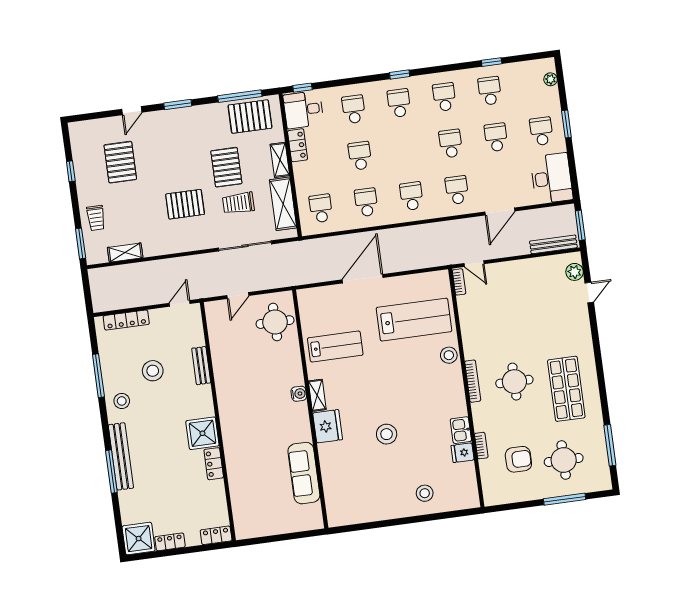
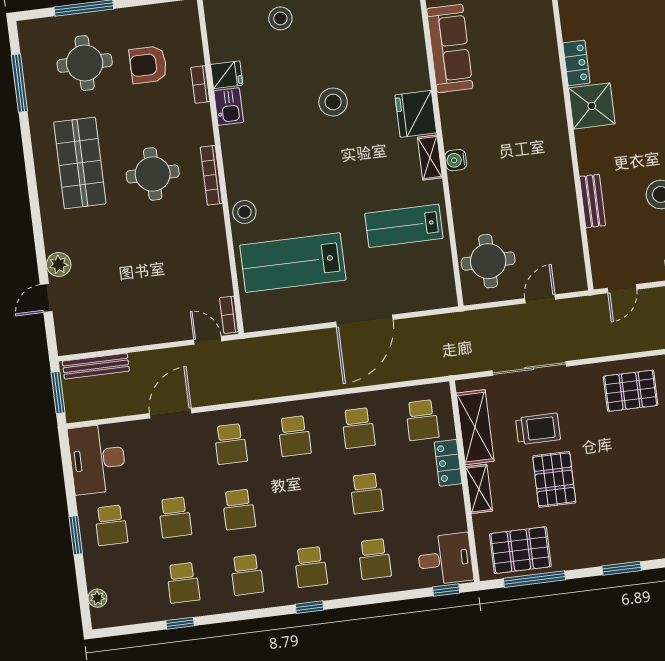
locker: (298, 145) -> (448, 463), moved
pallet: (185, 204) -> (631, 391), moved
plant: (575, 272) -> (59, 264), moved

